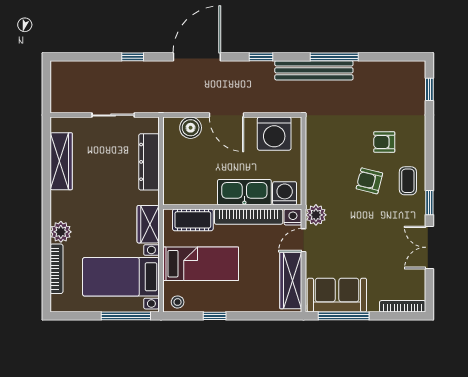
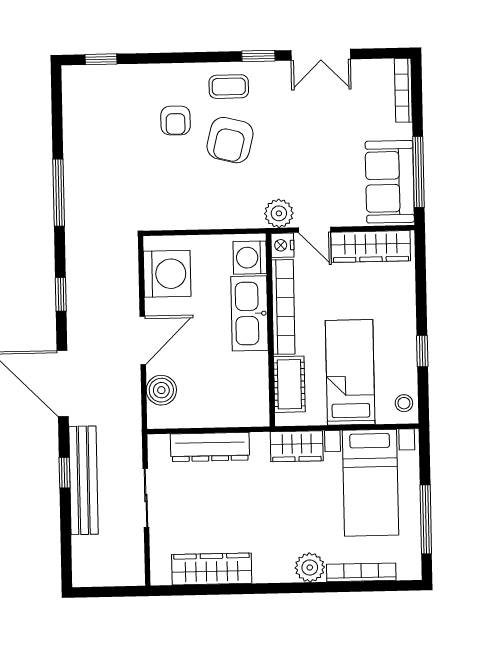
bench: (314, 70) -> (83, 480), moved
armchair: (369, 181) -> (230, 140), width x1.38, depth x1.38
window: (126, 316) -> (426, 519), moved

